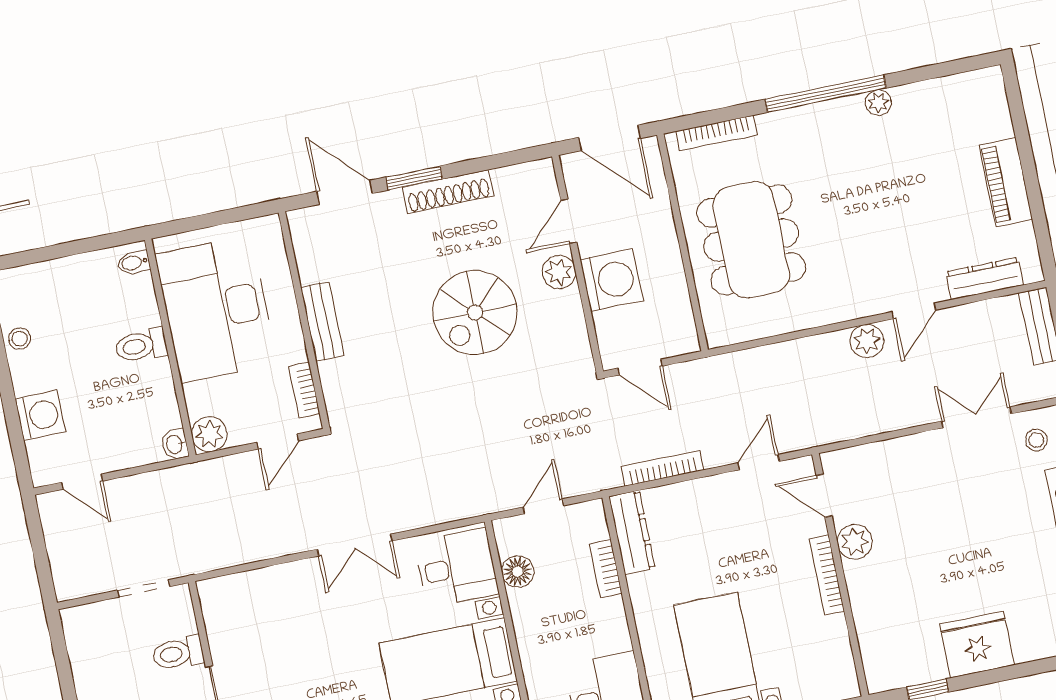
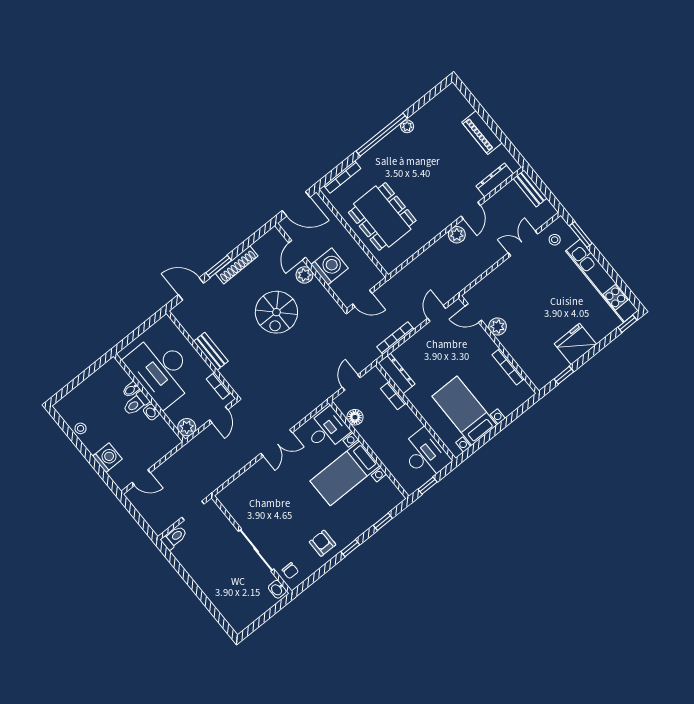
bidet: (134, 263) -> (131, 390), moved
washbasin: (175, 444) -> (151, 412), moved
bookcase: (827, 575) -> (508, 367), moved
toilet: (178, 653) -> (174, 538), moved, turned 180

